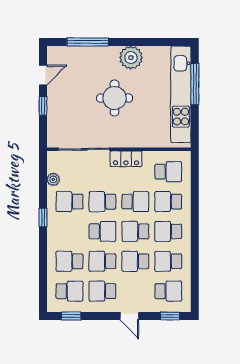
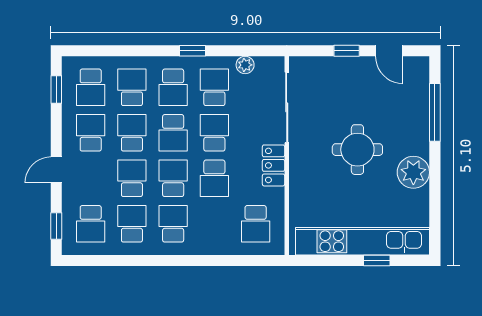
window: (195, 84) -> (377, 260), width x0.46
school desk: (168, 202) -> (173, 87), moved, turned 180

